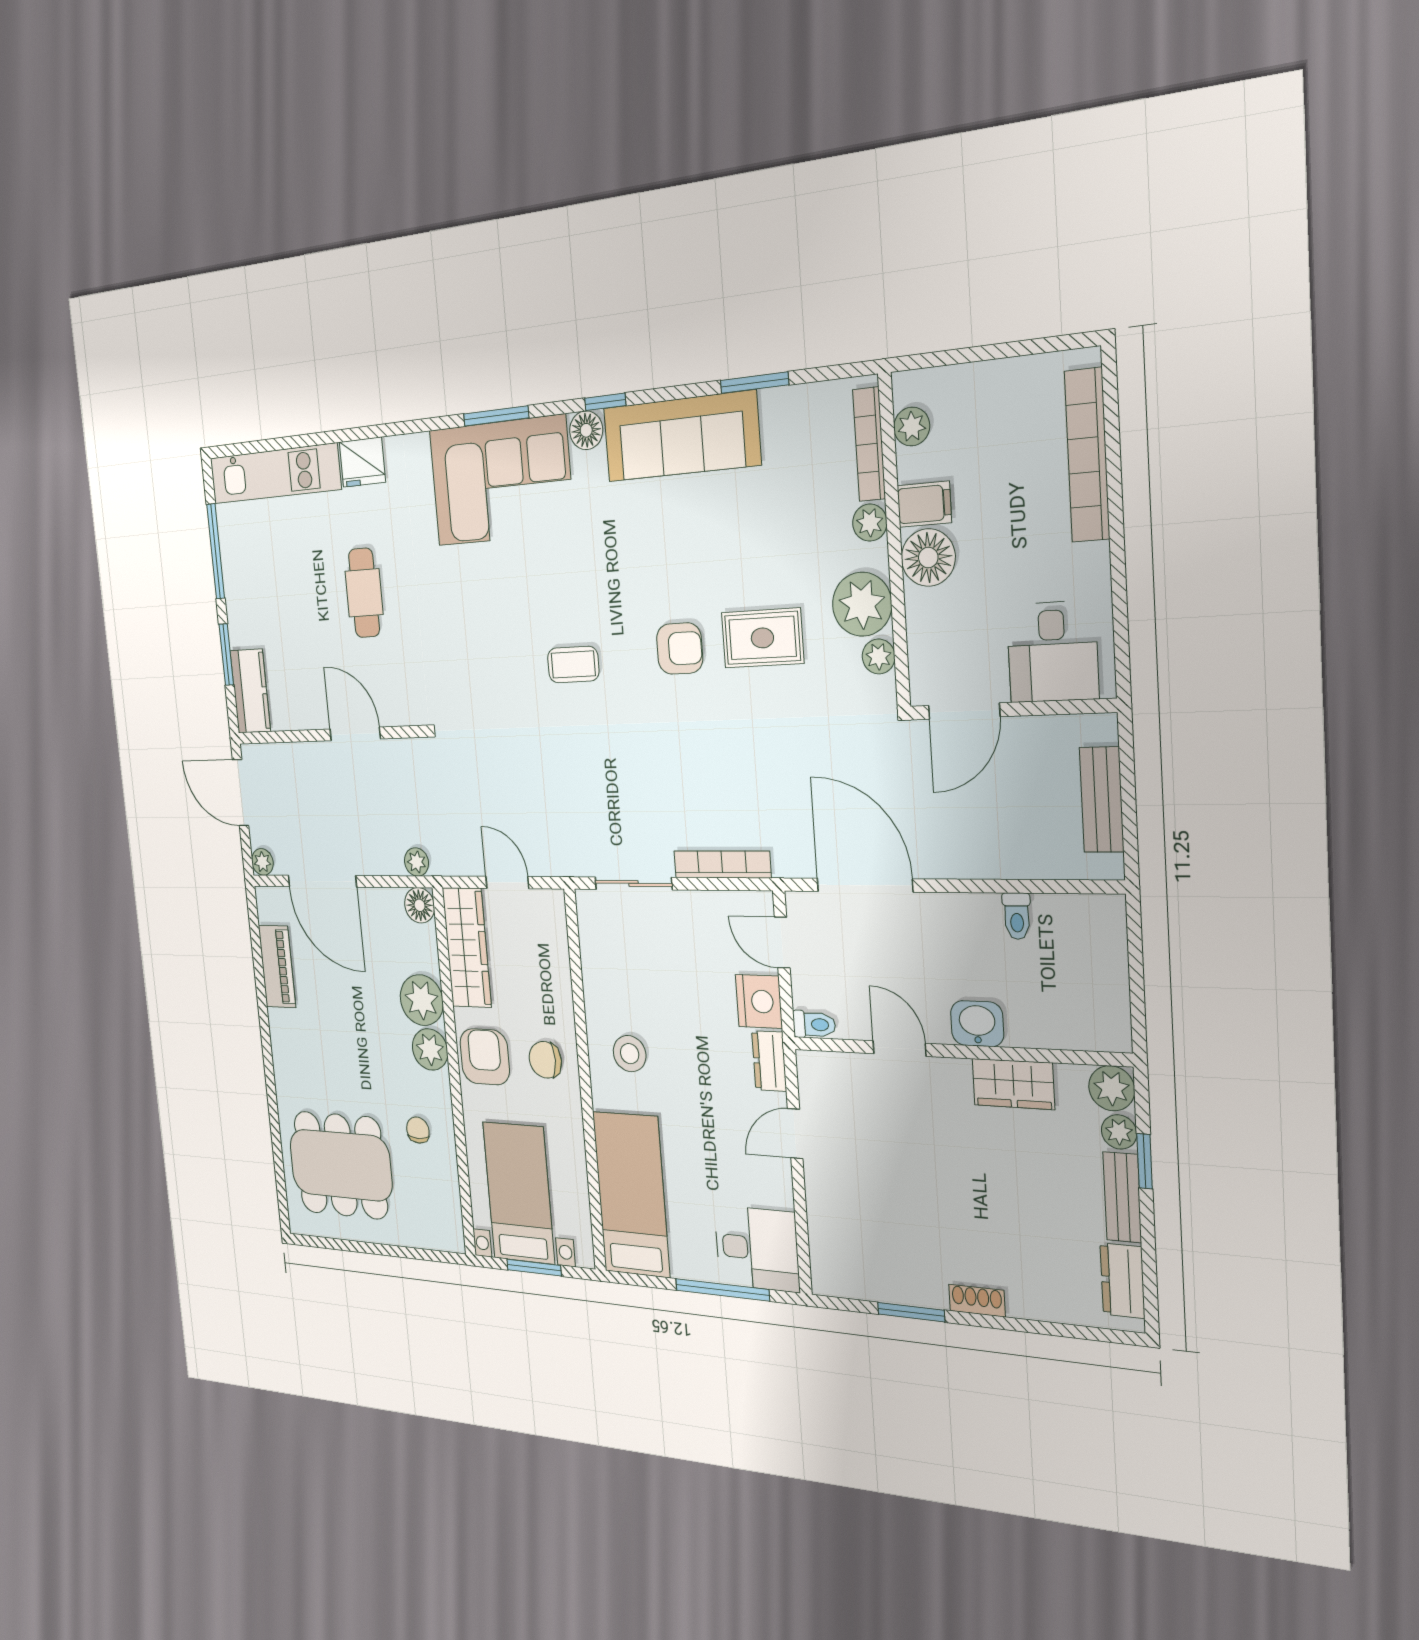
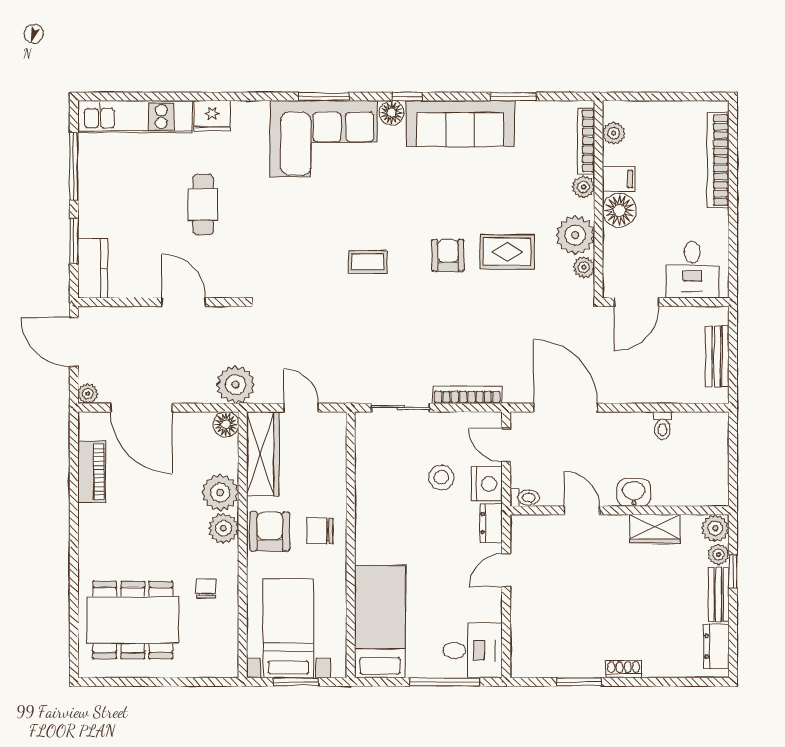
armchair: (680, 648) -> (448, 255), turned -90
plant: (416, 862) -> (236, 385), width x1.88, depth x1.88
stool: (630, 1054) -> (441, 477), moved

